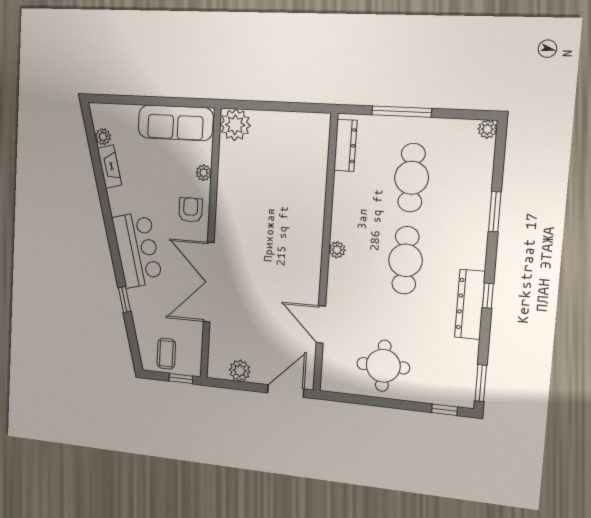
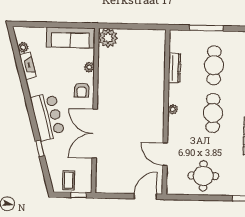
dresser: (345, 145) -> (175, 68), moved
armchair: (191, 210) -> (82, 90), turned 180
plant: (240, 371) -> (116, 187), removed

